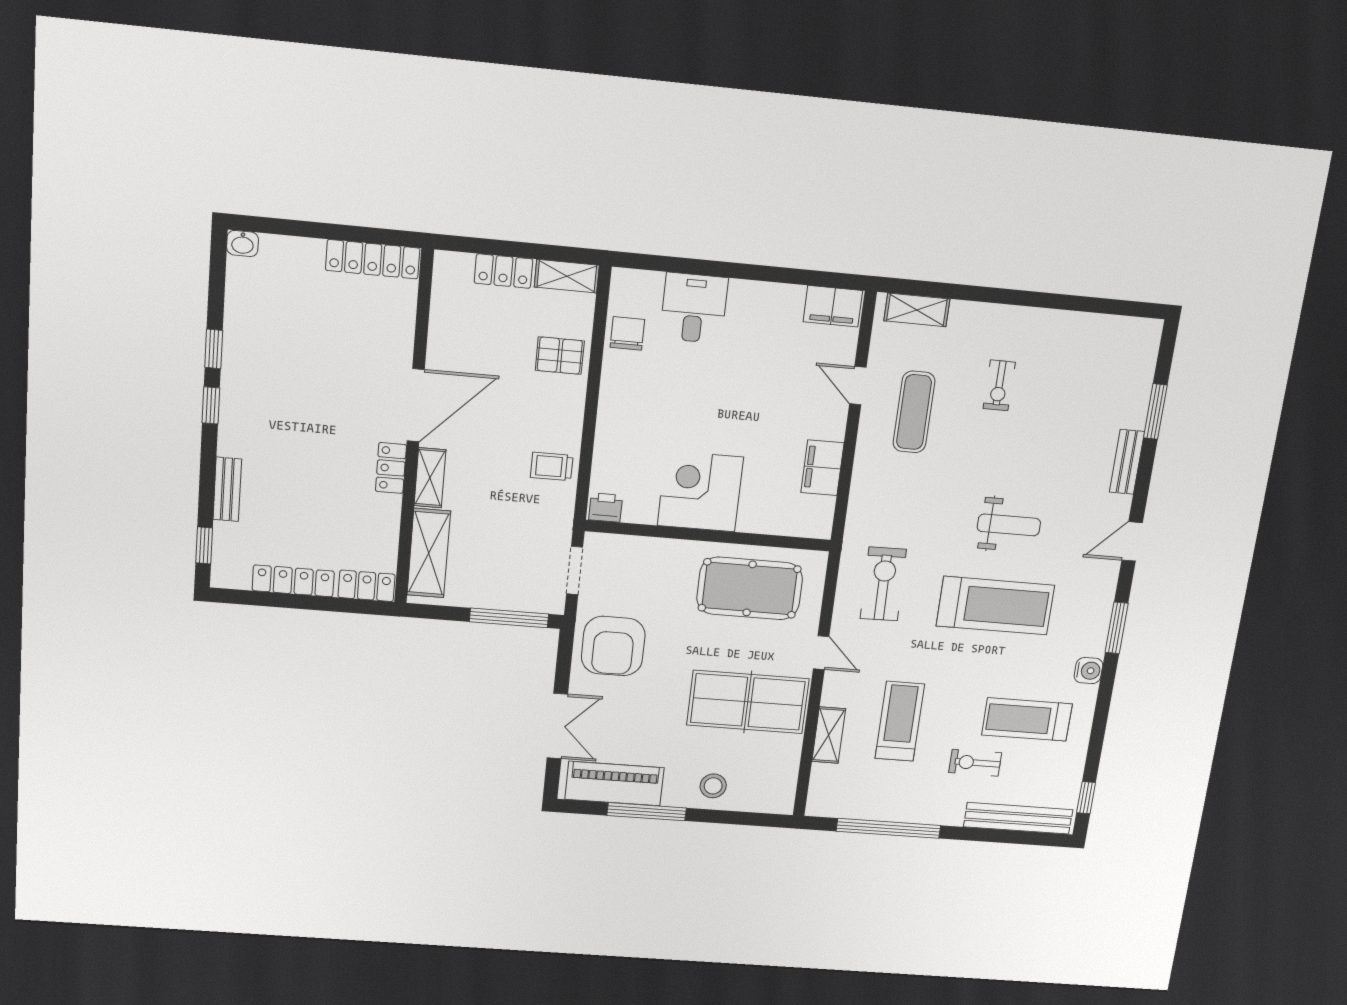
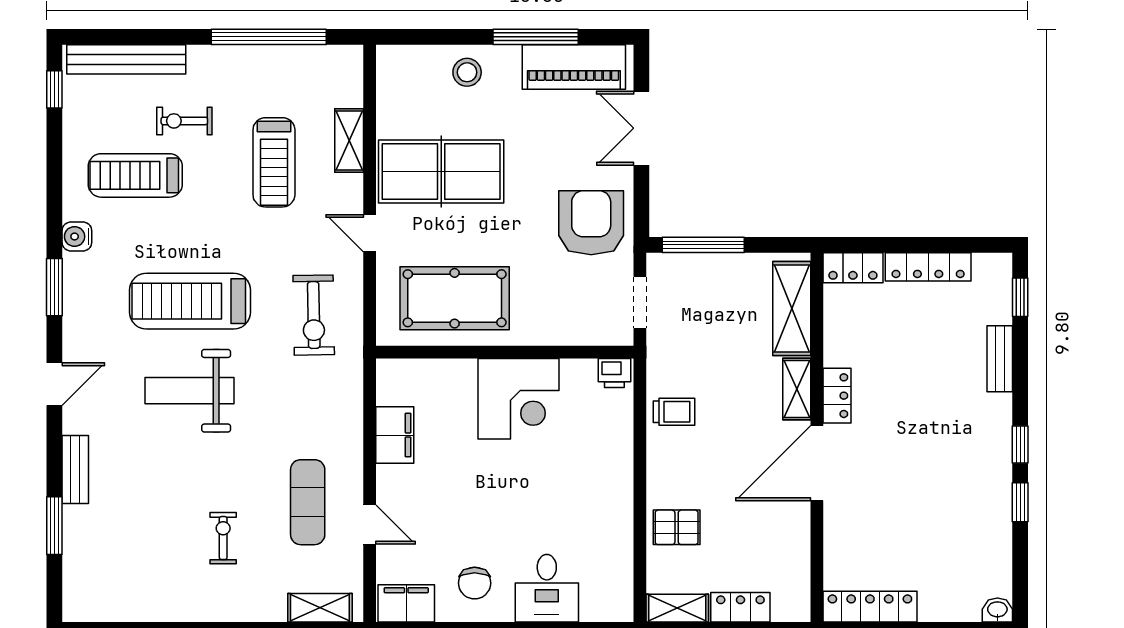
chair: (627, 333) -> (475, 583), moved
weight bench: (1009, 525) -> (190, 391), width x1.36, depth x1.33
treadmill: (1027, 719) -> (135, 175), turned 180
exercise bike: (975, 763) -> (184, 121), turned 180

